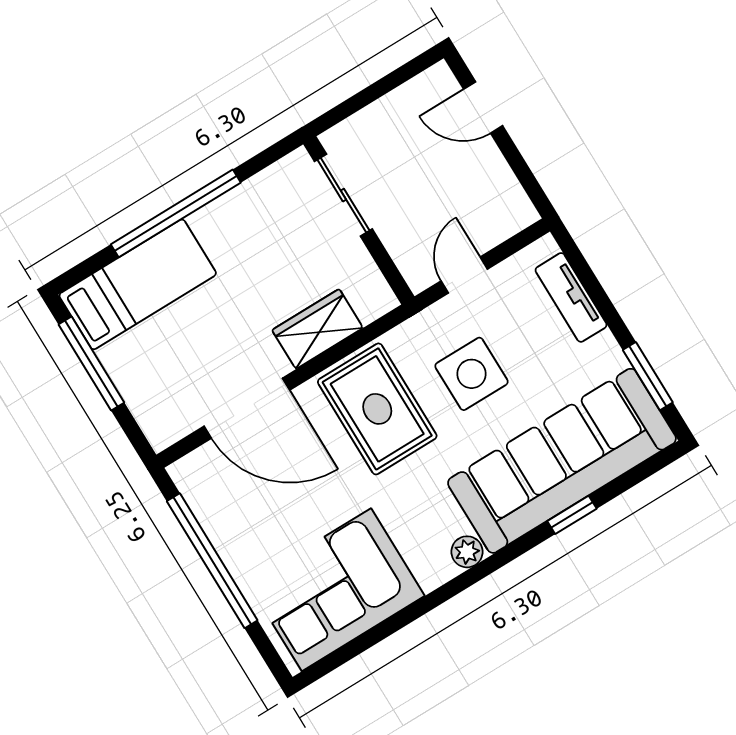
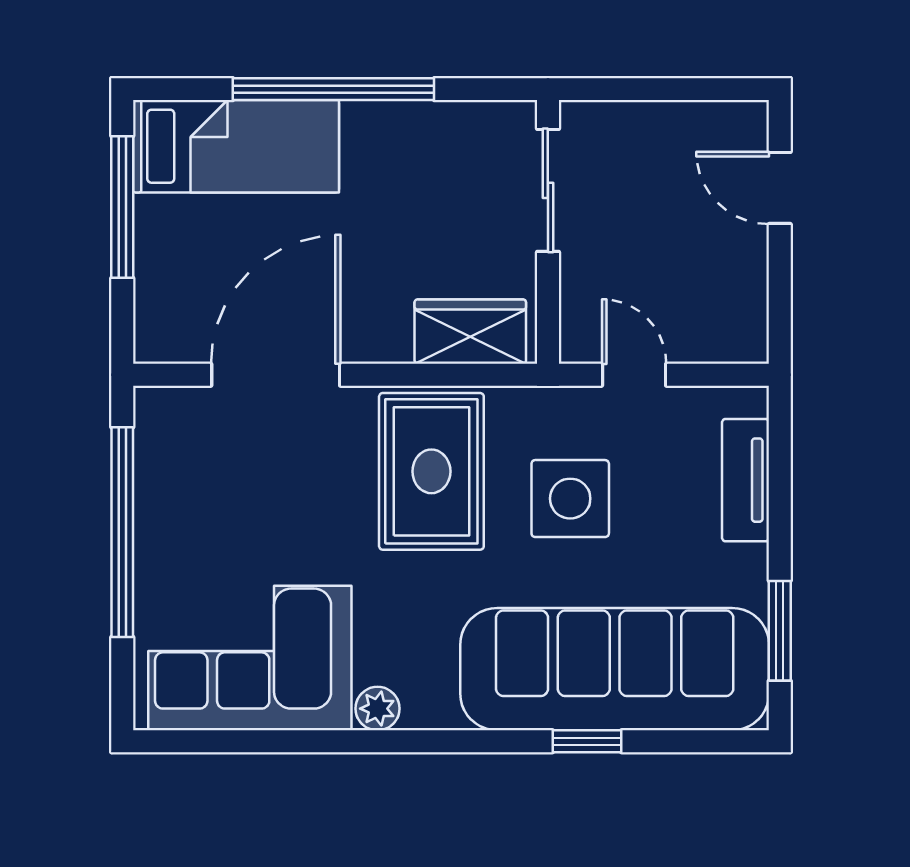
door: (464, 275) -> (634, 375), hinge flipped
wardrobe: (318, 329) -> (470, 332), moved
door: (247, 408) -> (276, 375), swing flipped
plant: (467, 552) -> (377, 709), moved

